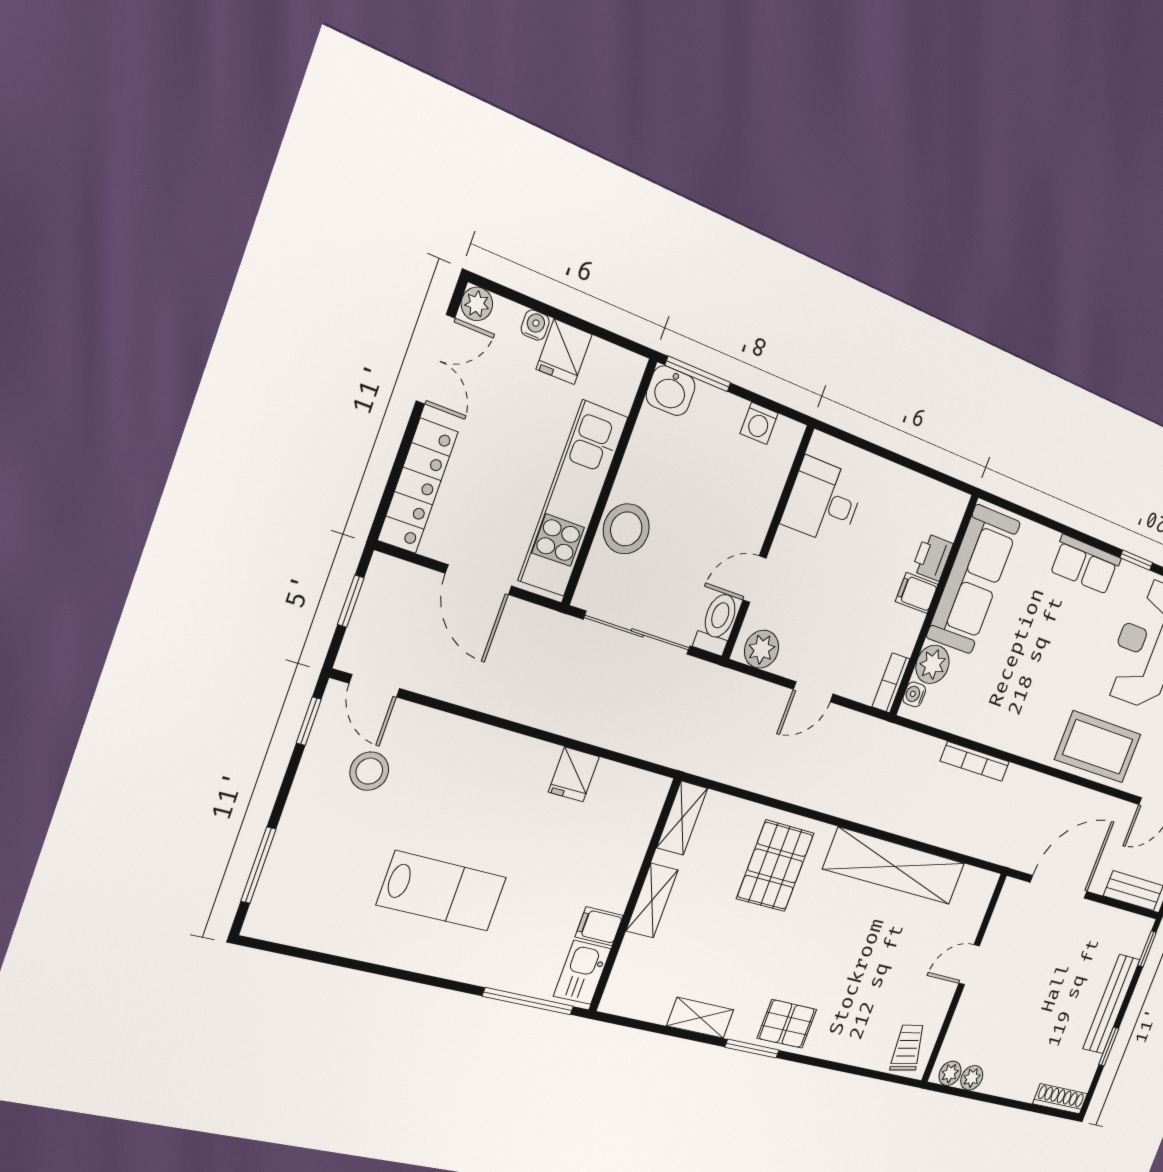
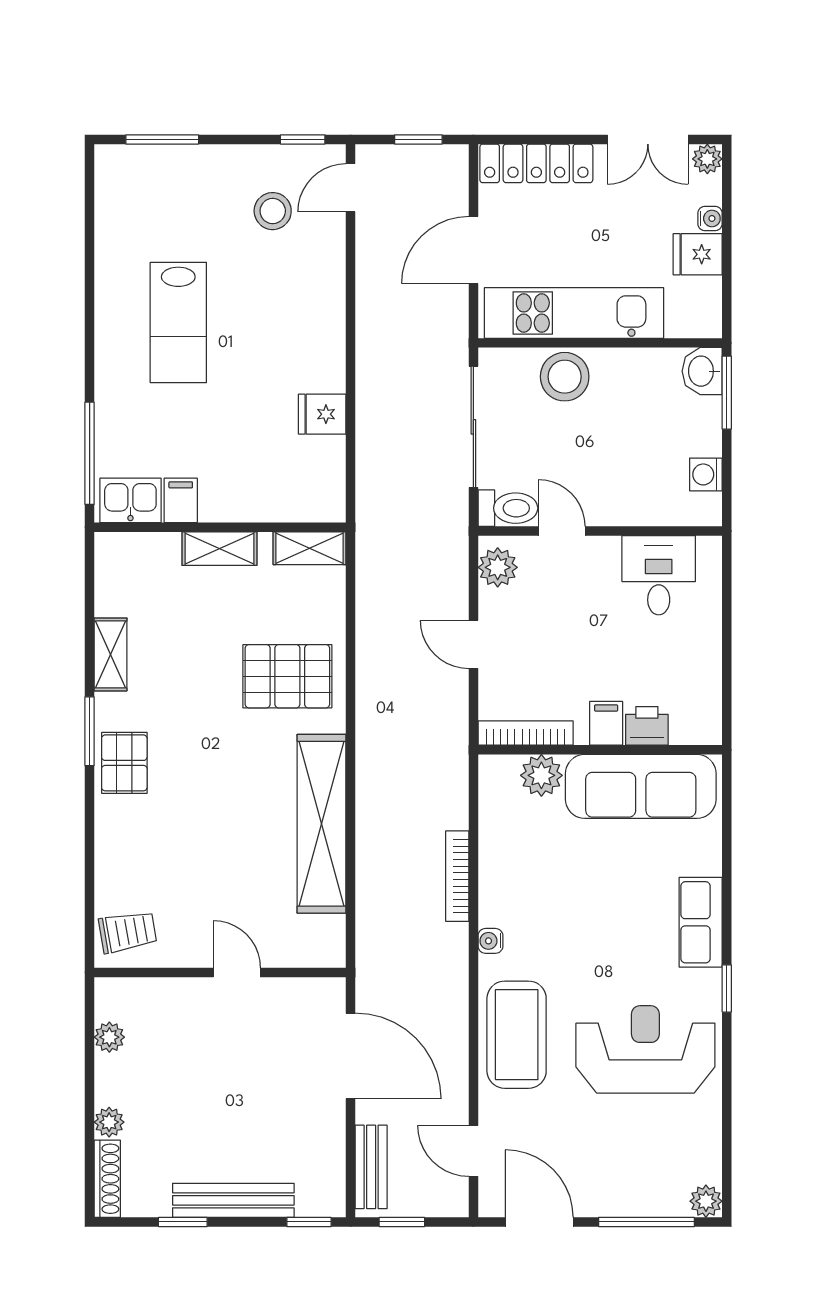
bookcase: (891, 683) -> (526, 733), width x1.56
water cooler: (914, 694) -> (490, 941), moved, turned -90
plant: (950, 1073) -> (109, 1122), moved

